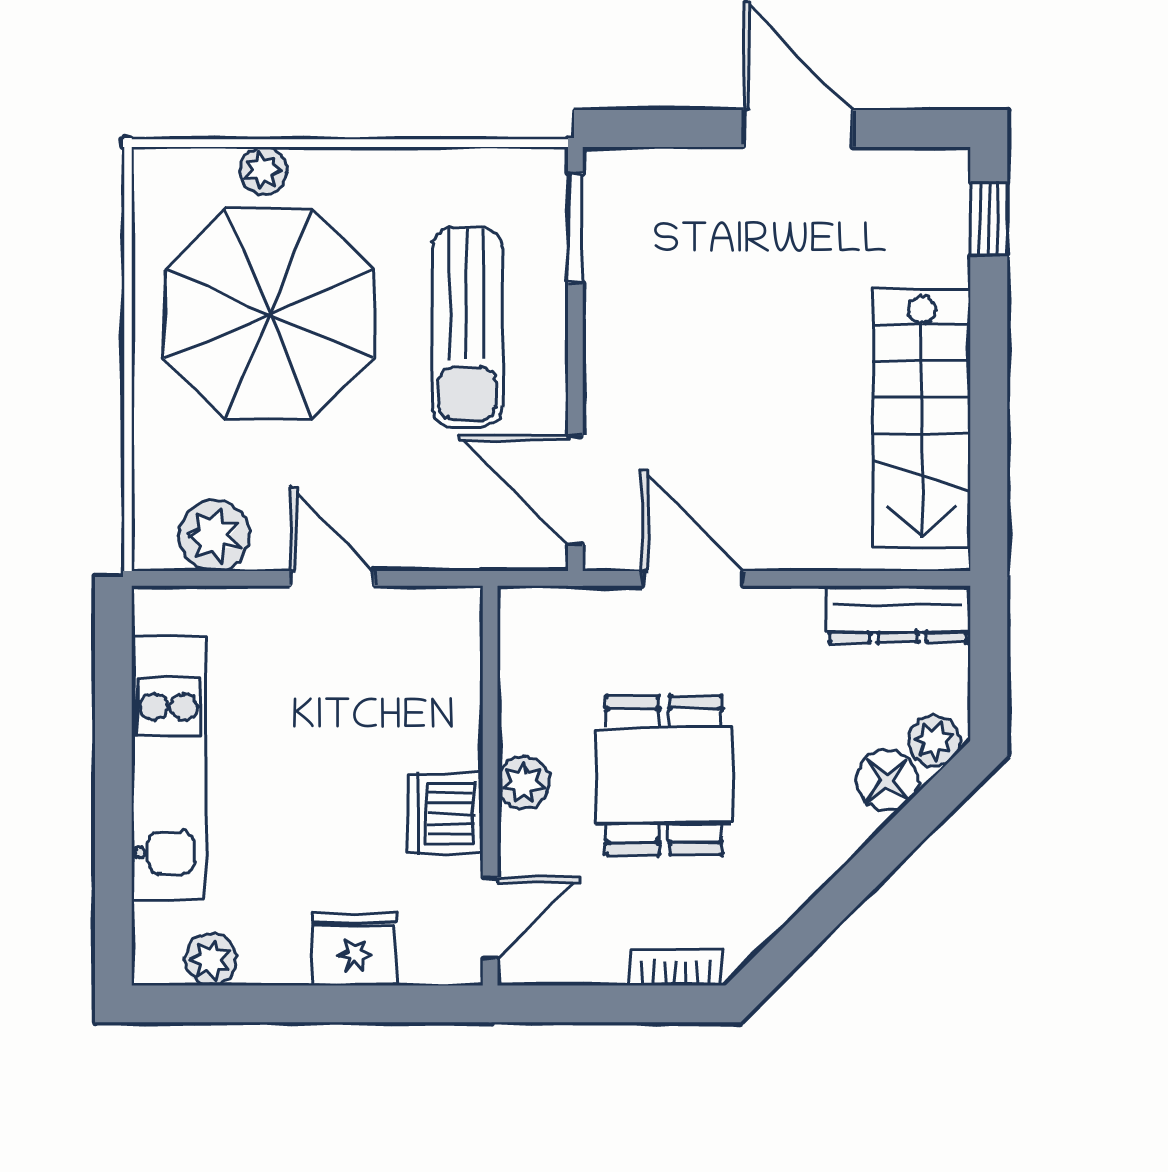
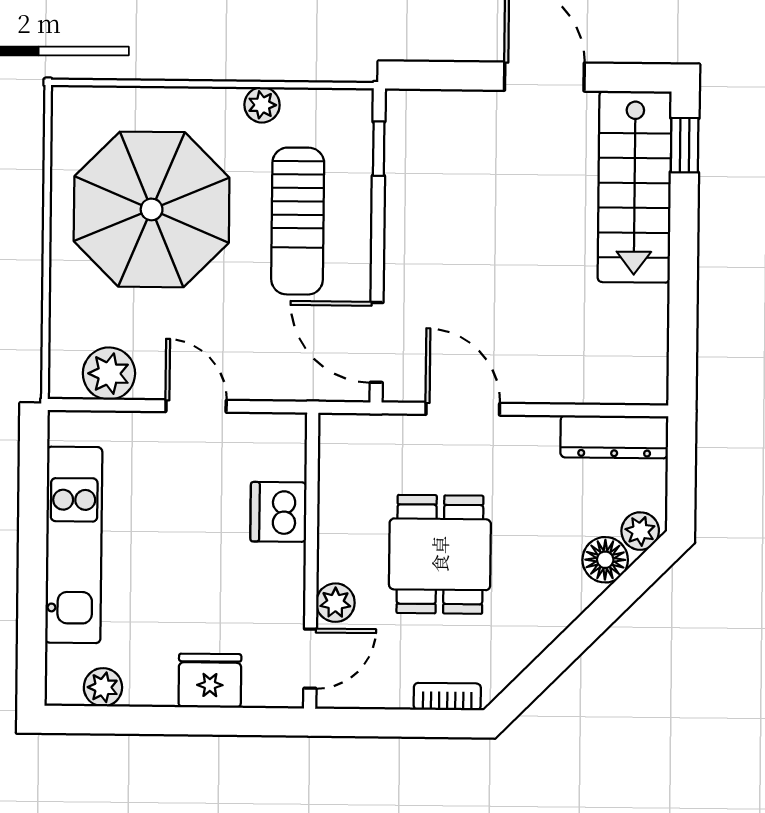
plant: (263, 171) -> (262, 105), moved
window: (575, 228) -> (379, 149), width x0.67
stairs: (922, 418) -> (635, 187), moved
plant: (523, 783) -> (335, 603), moved
dishwasher: (445, 813) -> (278, 512), moved

